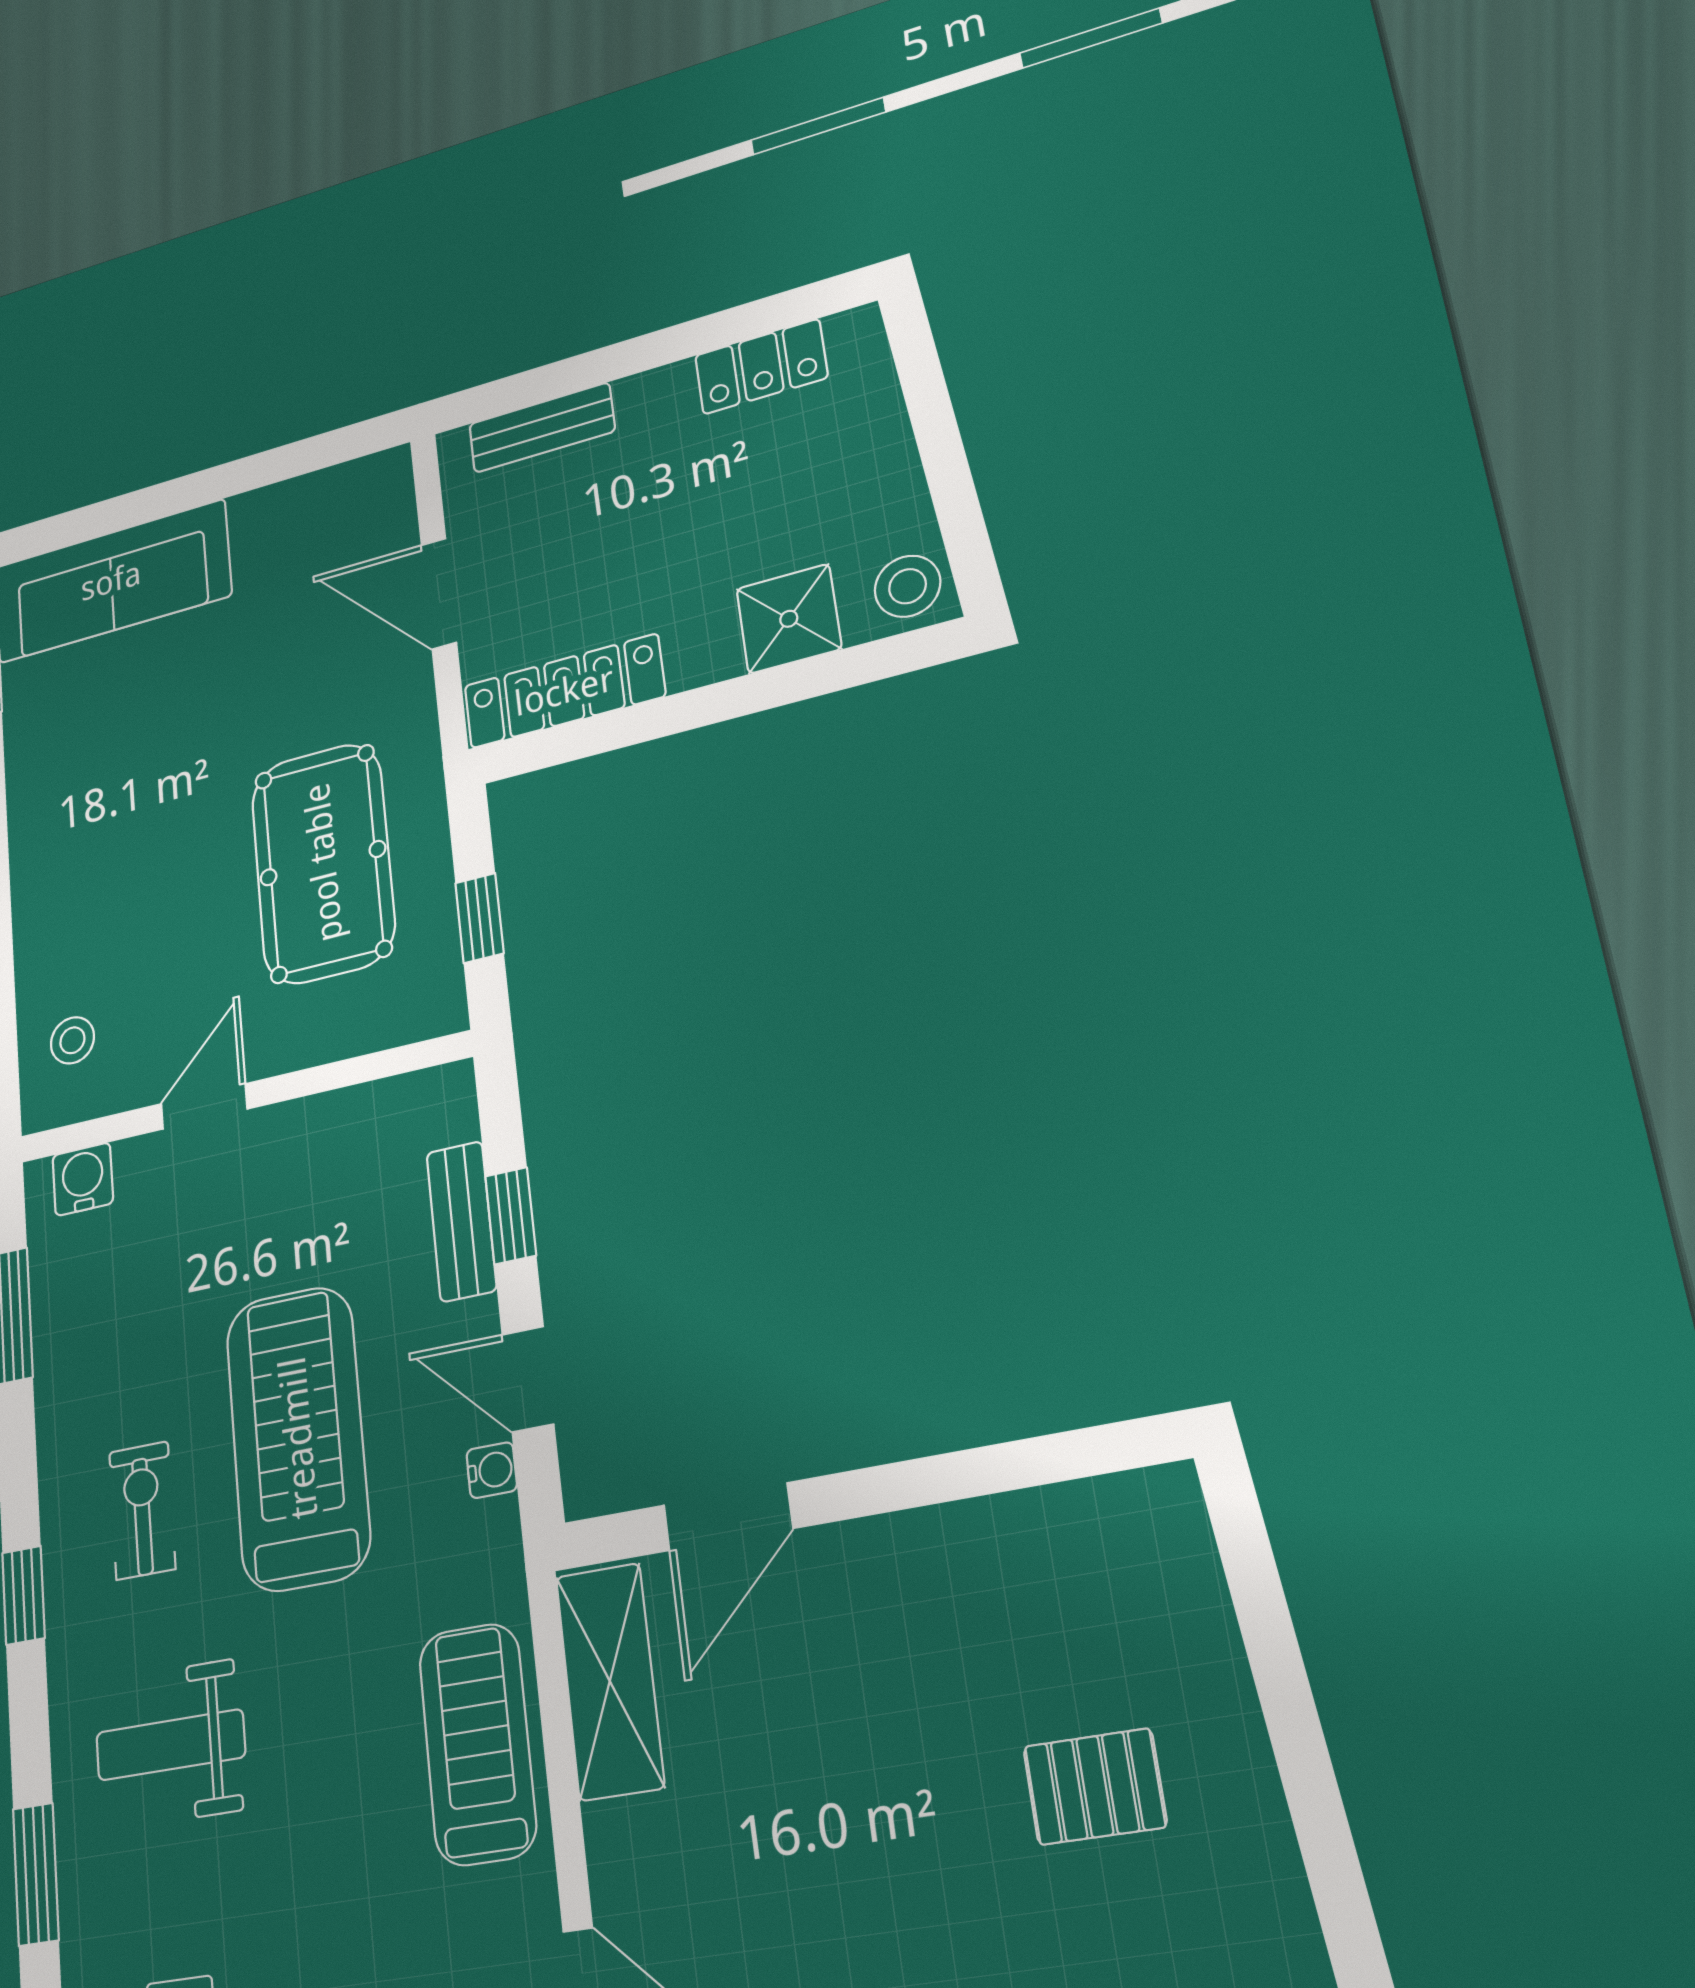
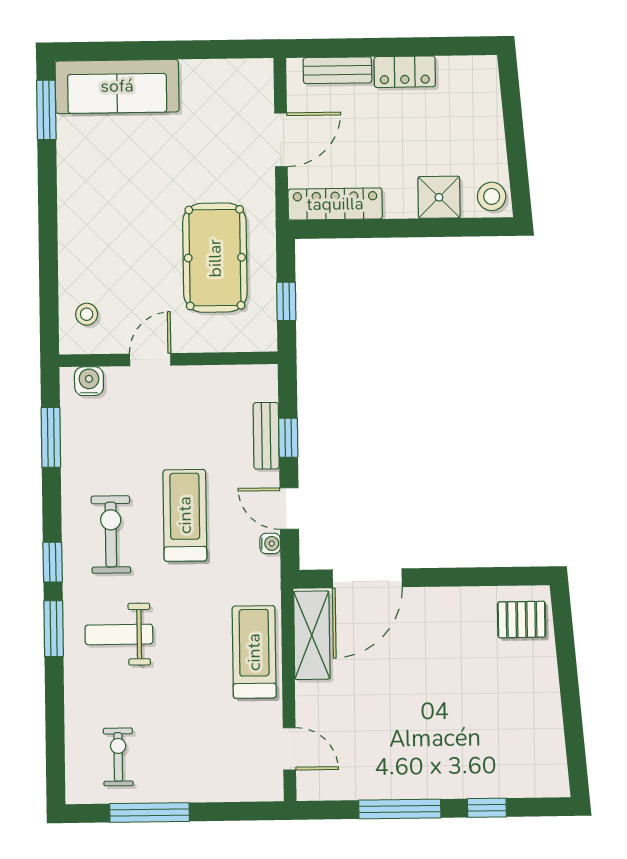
locker: (761, 367) -> (405, 72), moved
door: (439, 594) -> (281, 140), swing flipped
treadmill: (298, 1438) -> (185, 515), width x0.73, depth x0.73
exercise bike: (142, 1510) -> (111, 535), width x1.38, depth x1.39
door: (728, 1517) -> (367, 578), width x1.36
pallet: (1095, 1787) -> (522, 620), moved
window: (36, 1874) -> (54, 629), moved

